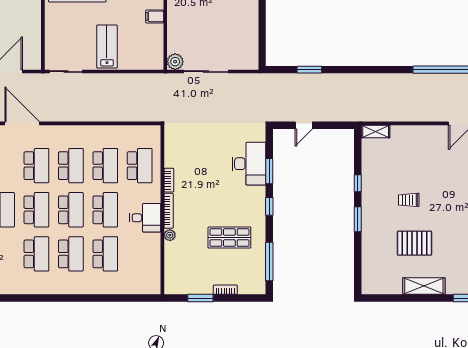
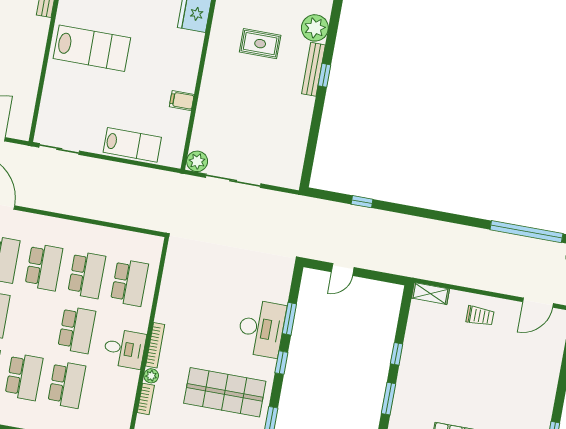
lab bench: (107, 47) -> (132, 145), moved, turned 90
window: (309, 70) -> (362, 202), width x0.67
desk: (249, 164) -> (261, 328), moved
bookcase: (169, 180) -> (146, 399), moved
trolley: (409, 200) -> (480, 316), moved, turned 180
school desk: (71, 210) -> (34, 322), removed
shop shelf: (229, 238) -> (225, 392), width x1.43, depth x1.36

